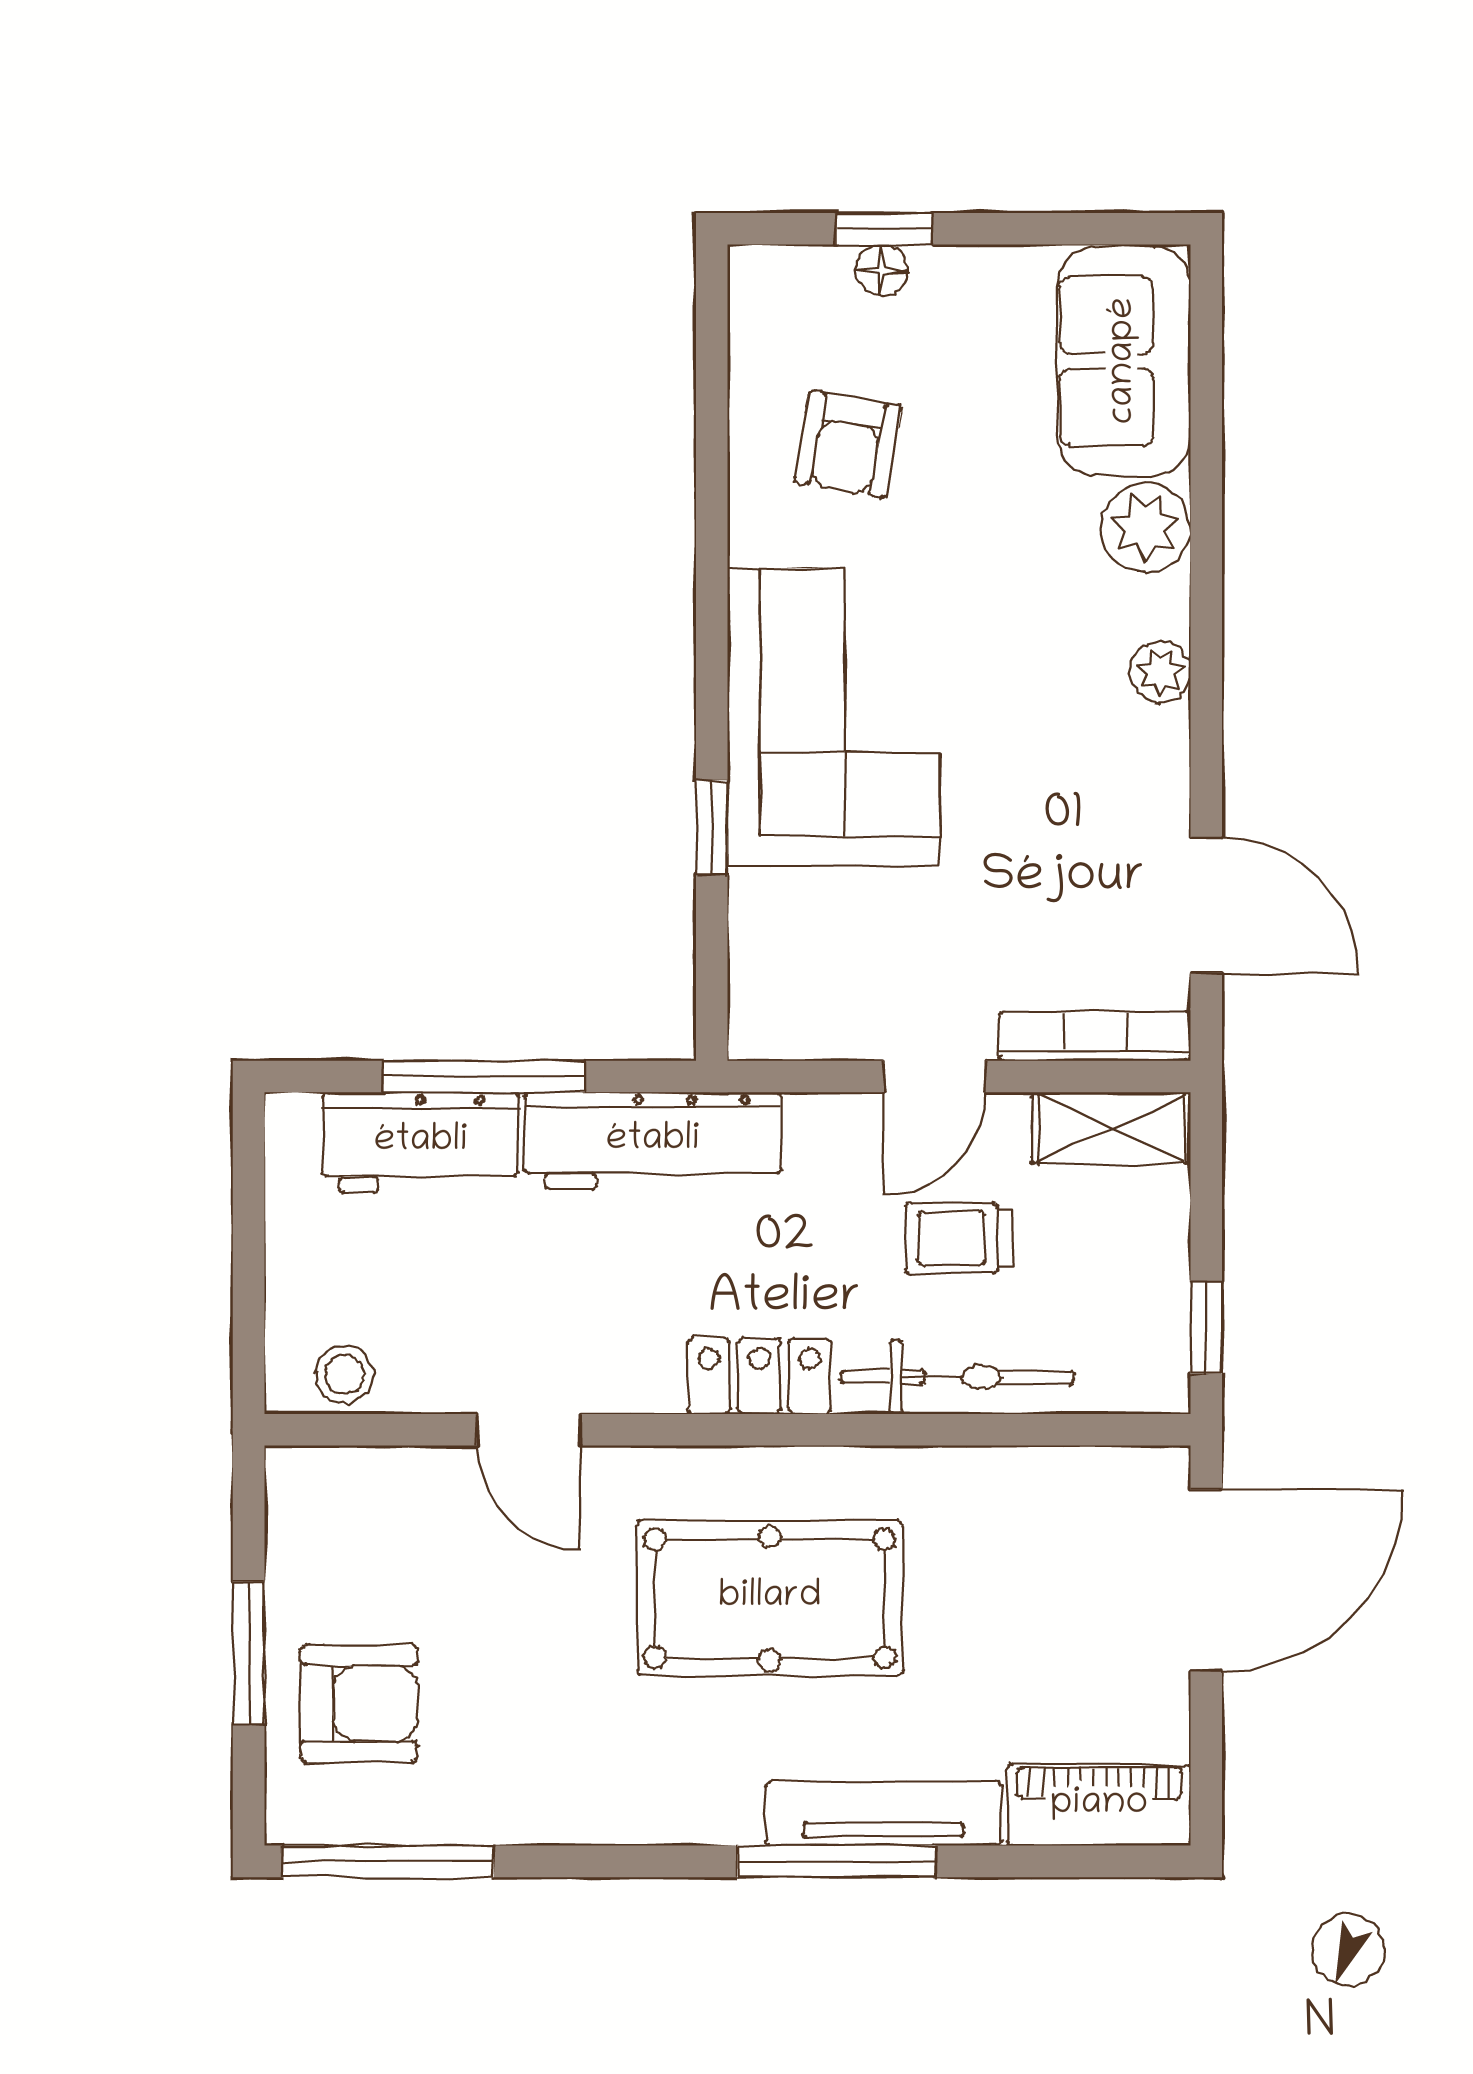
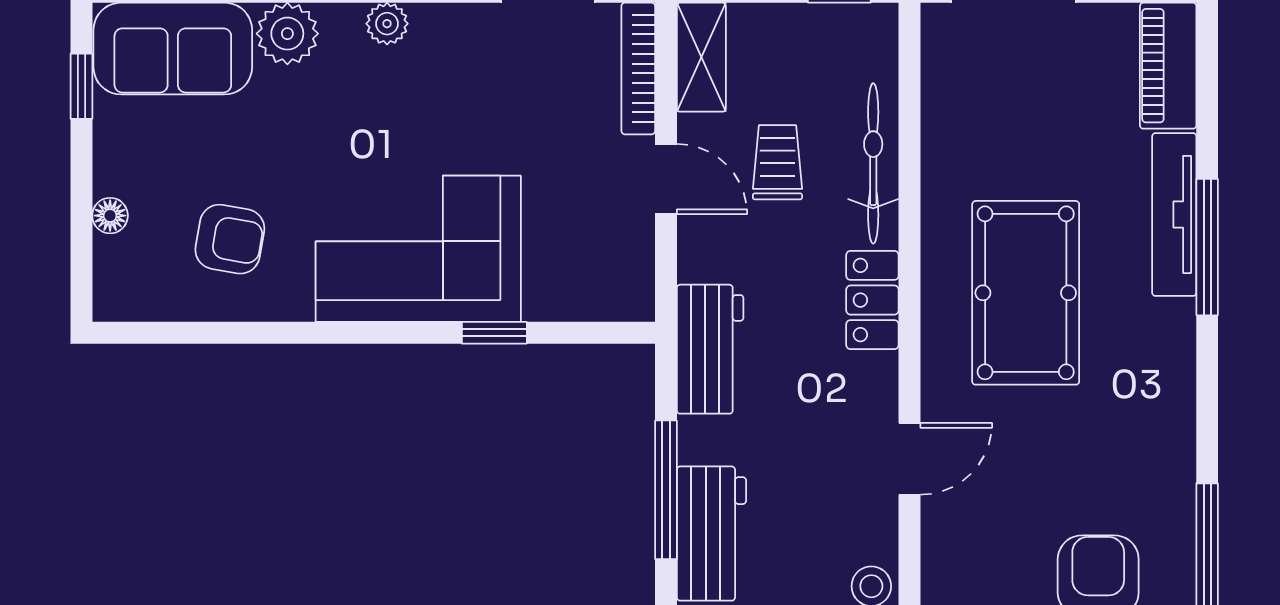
window: (884, 229) -> (81, 86), moved
workbench: (653, 1141) -> (710, 349), width x0.73
trolley: (959, 1238) -> (777, 162), turned 180

